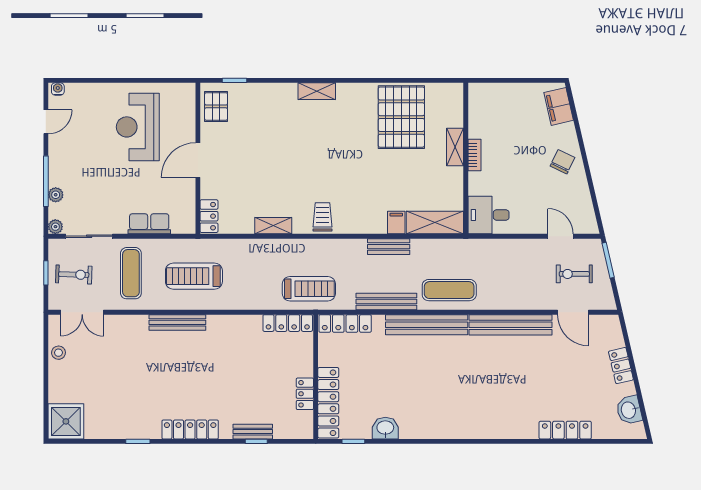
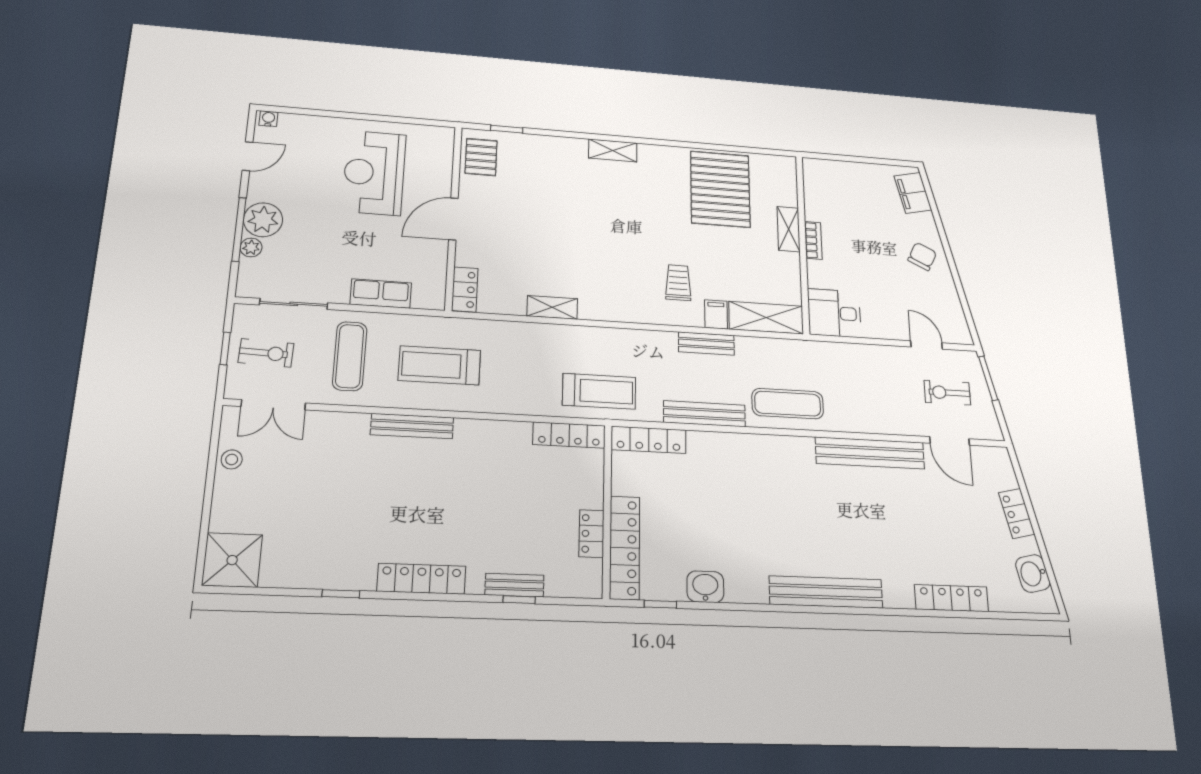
trolley: (322, 217) -> (678, 283), moved
plant: (55, 227) -> (263, 220), moved, width x1.88, depth x1.88
bench: (427, 325) -> (826, 592), moved

